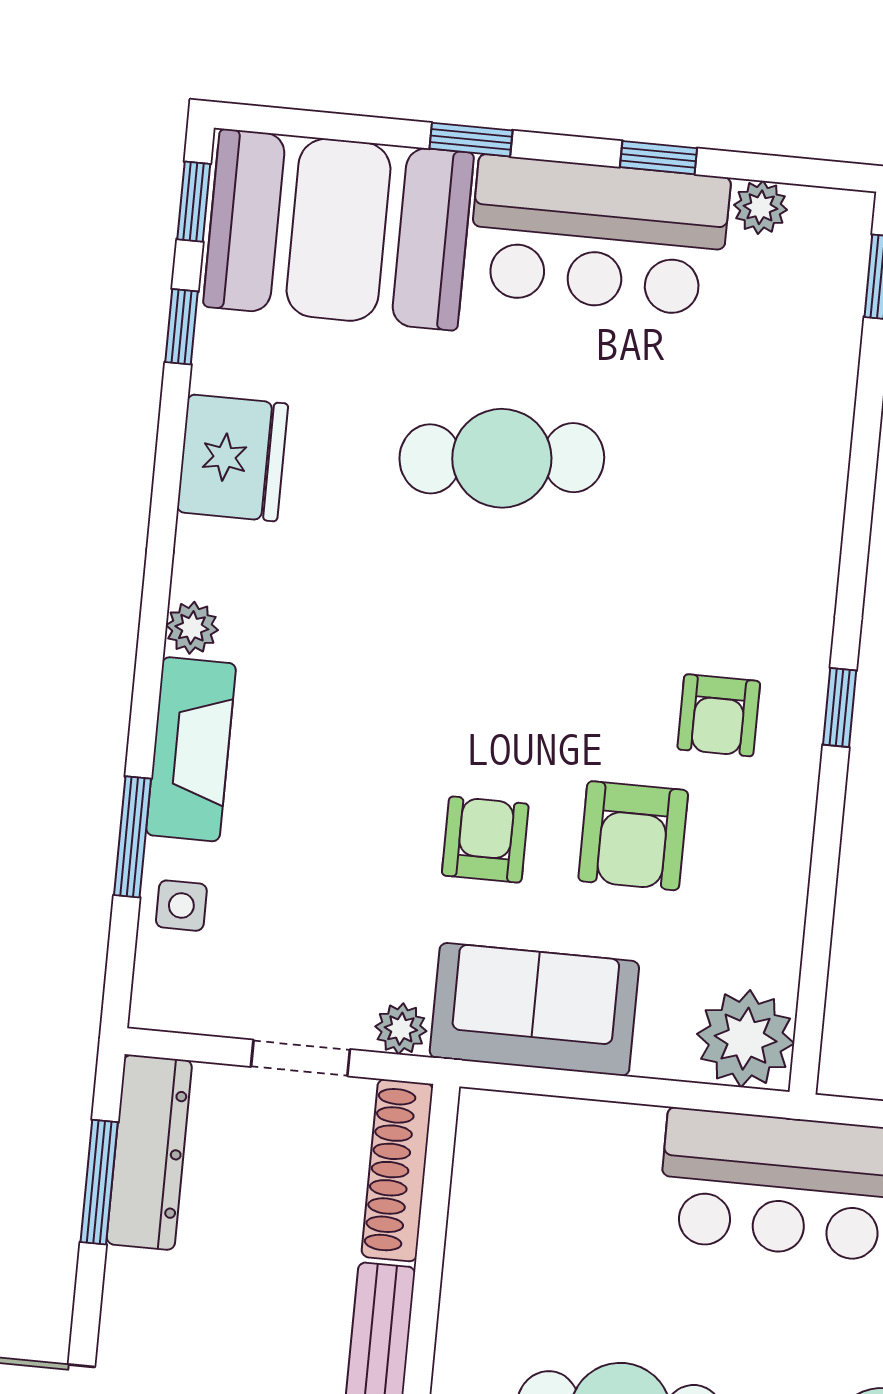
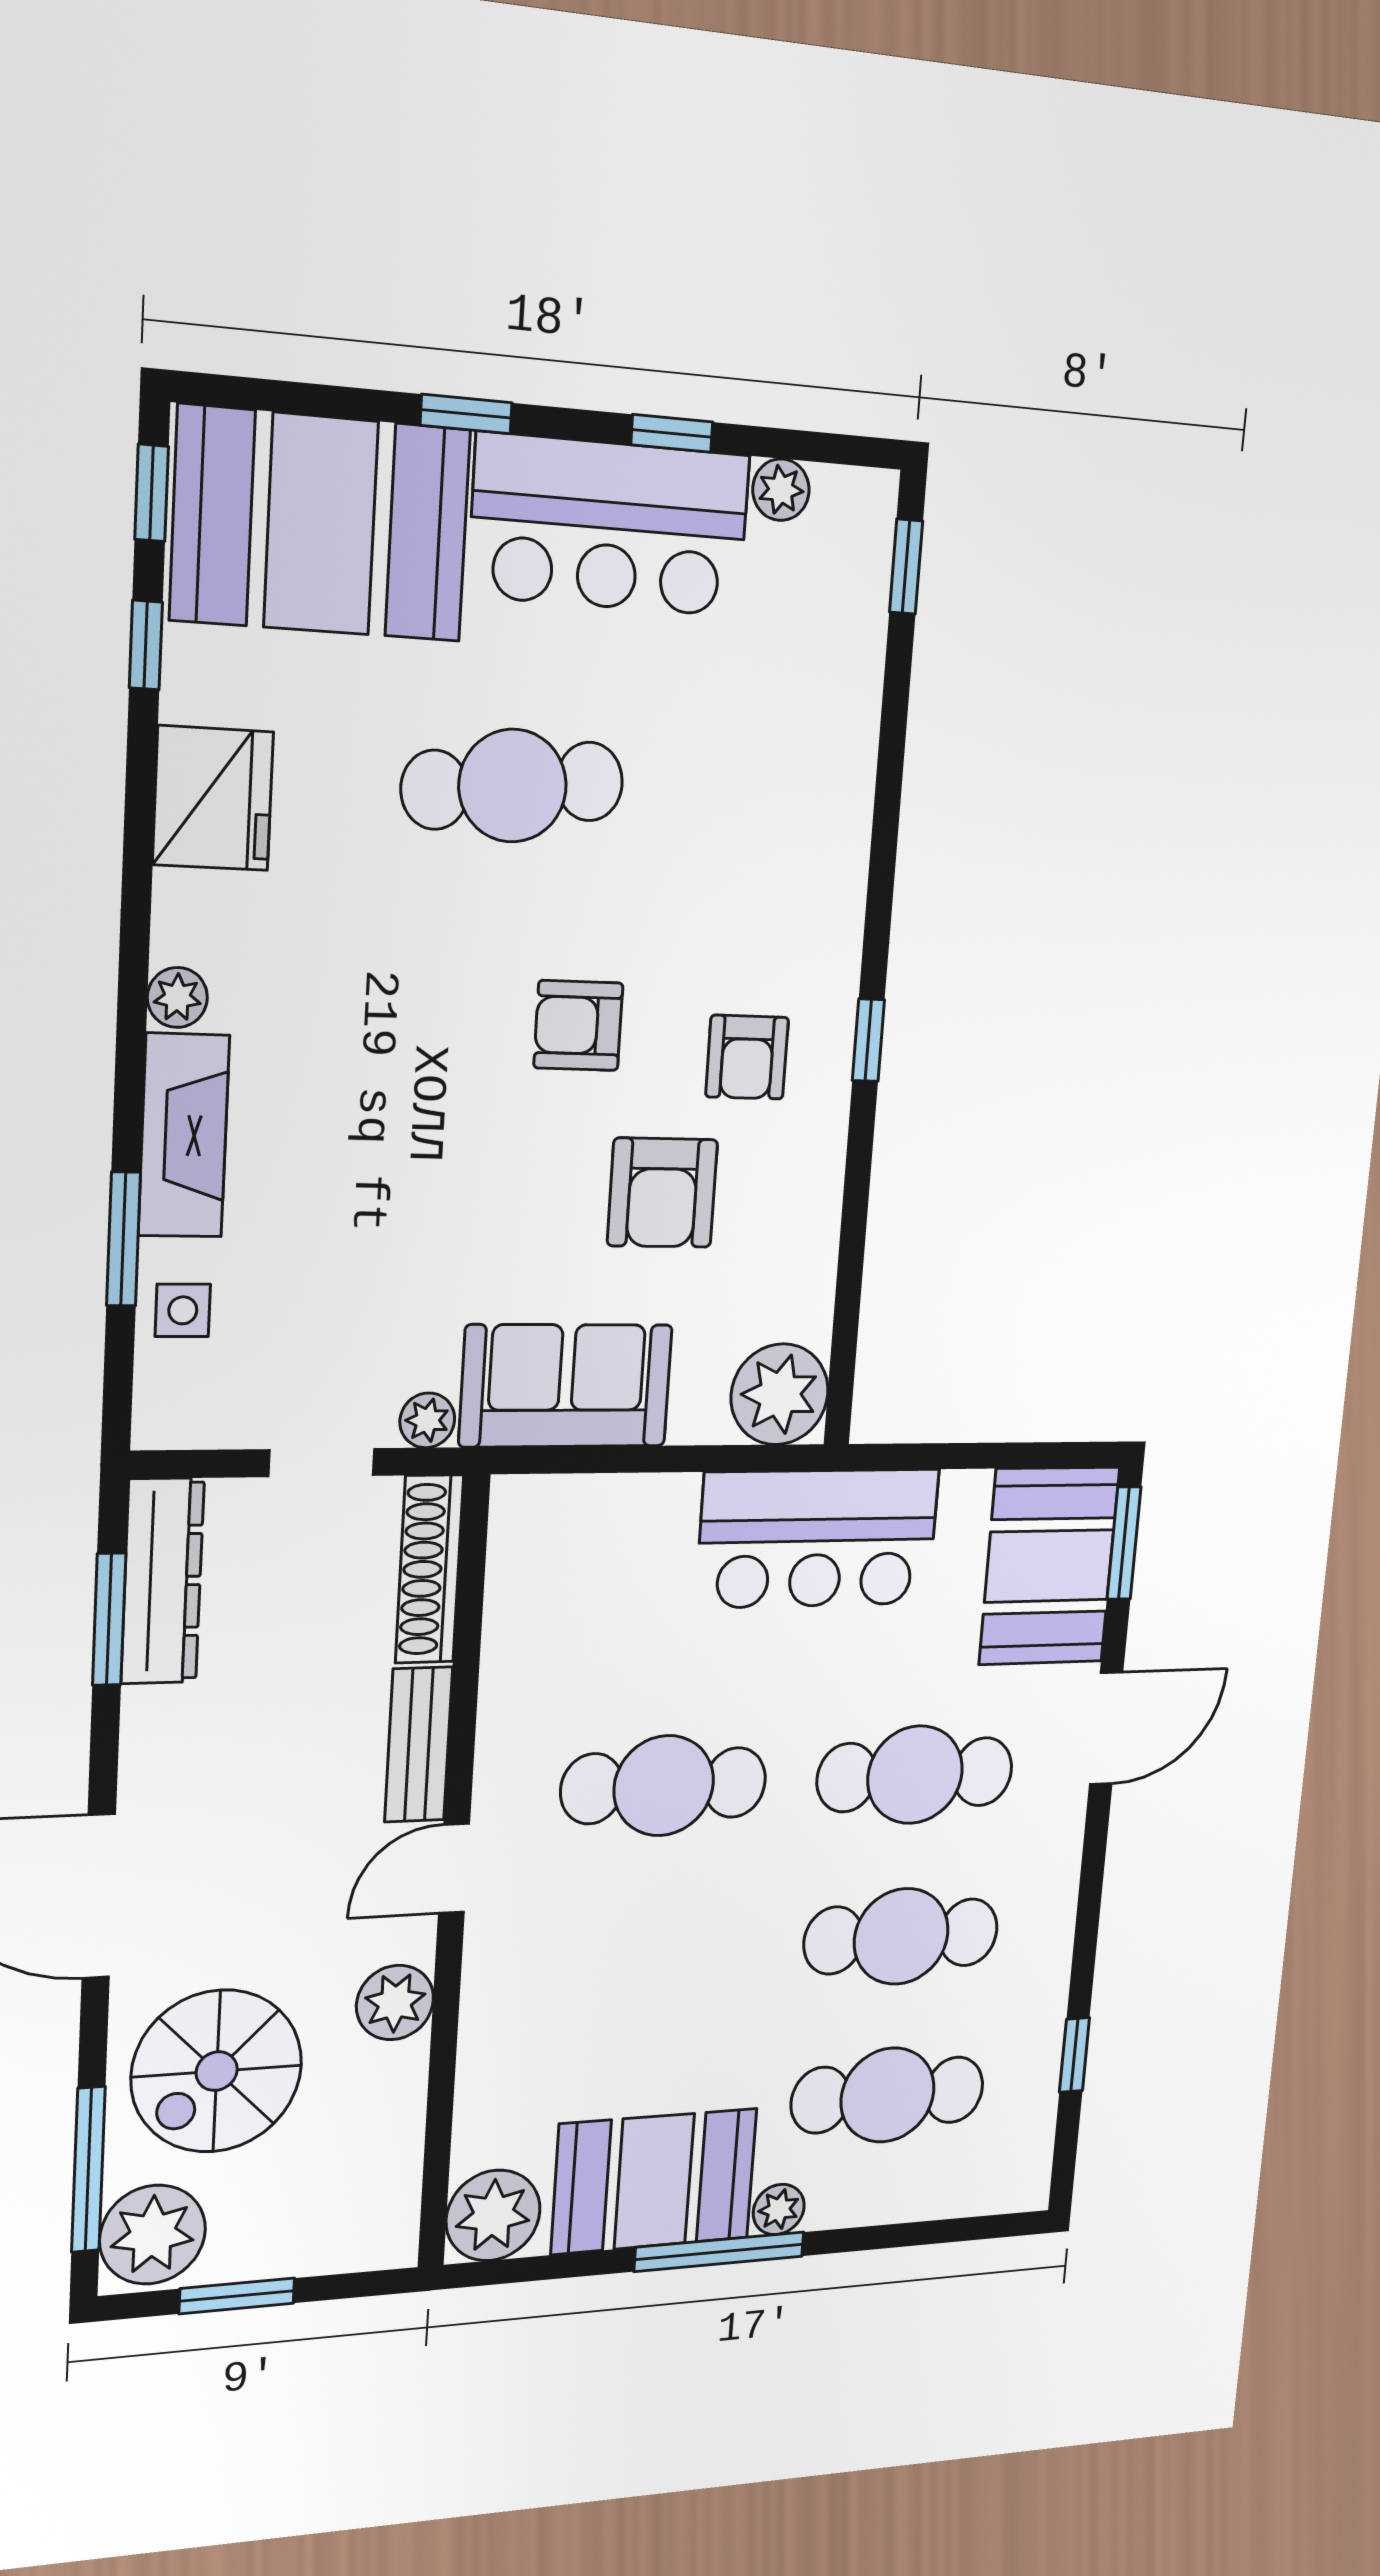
armchair: (485, 840) -> (578, 1025), moved, turned -90

